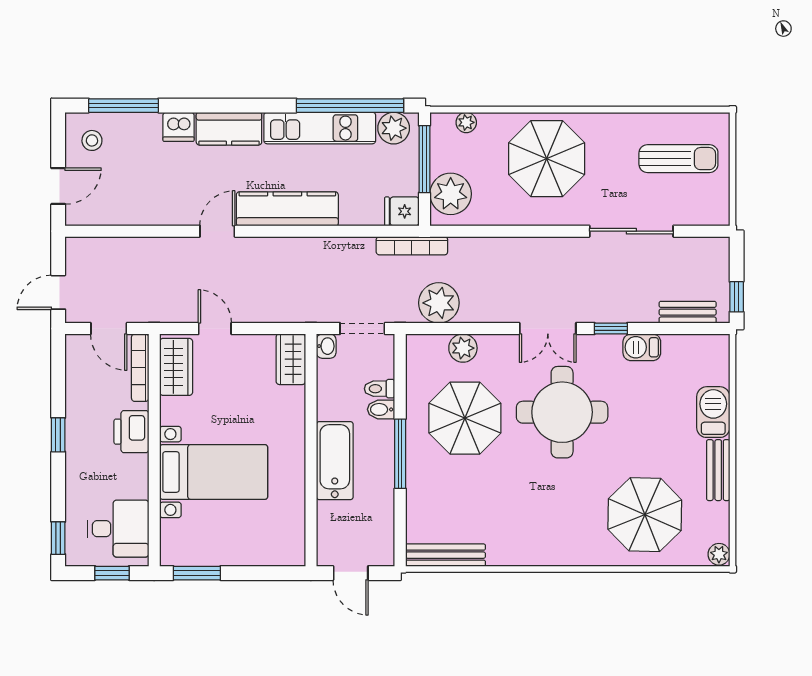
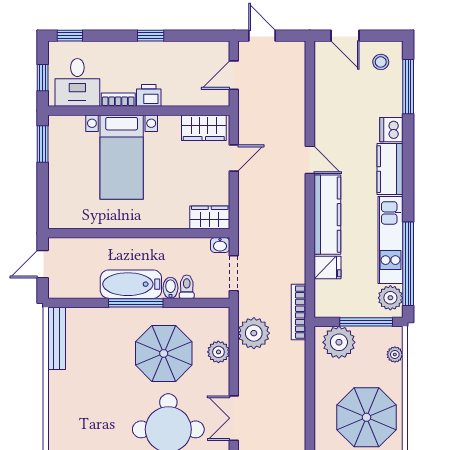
fridge: (402, 211) -> (328, 267), moved, turned 90
bookcase: (140, 368) -> (118, 100), moved, width x0.64
printer: (131, 432) -> (149, 95), width x0.73, depth x0.81
bathtub: (335, 461) -> (131, 284), moved, turned 180

